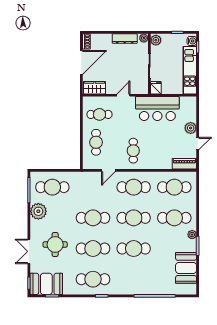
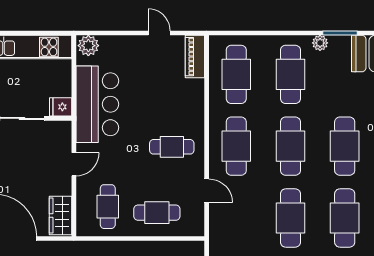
door: (123, 95) -> (74, 164), swing flipped
plant: (191, 128) -> (88, 46), moved

